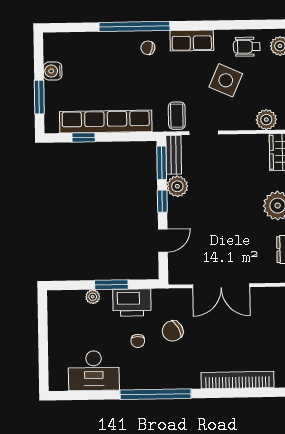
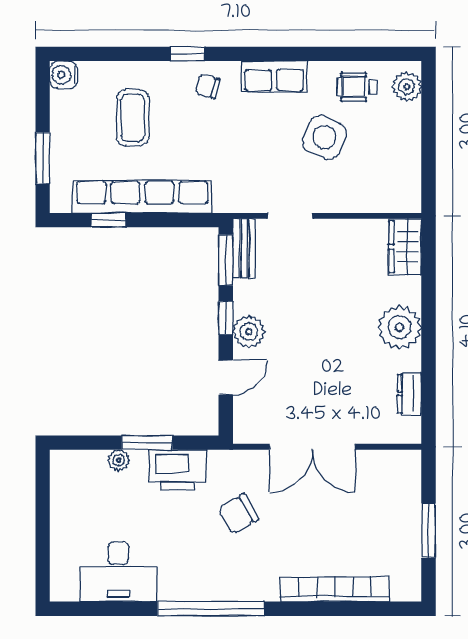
window: (134, 26) -> (188, 54), width x0.32
water cooler: (53, 71) -> (64, 75), moved
coffee table: (177, 116) -> (133, 118), moved, width x1.36, depth x1.30
plant: (266, 120) -> (385, 197), removed
plant: (177, 186) -> (249, 332), moved
chair: (138, 341) -> (185, 528), removed

